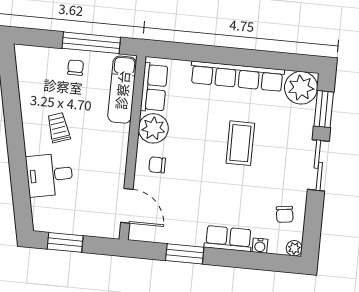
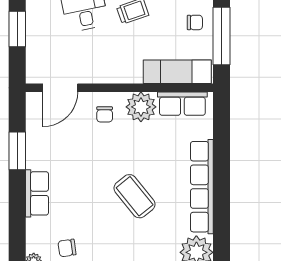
coffee table: (240, 143) -> (135, 196), turned 51
chair: (157, 165) -> (105, 114), turned 180
water cooler: (260, 246) -> (33, 226), removed

